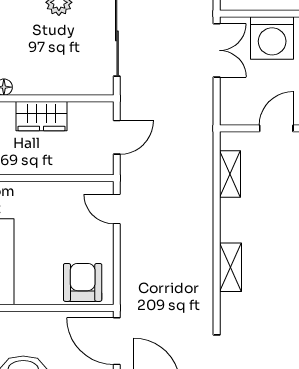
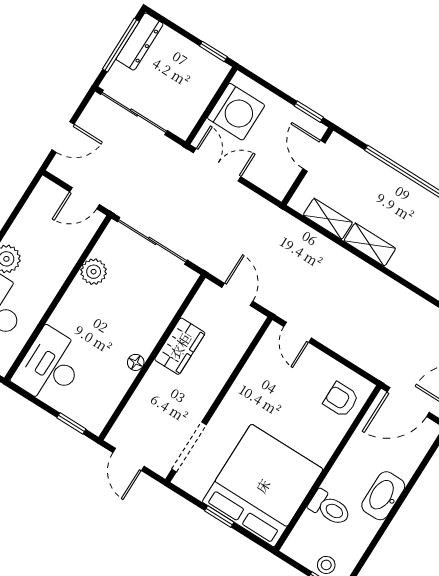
door: (117, 209) -> (298, 332), hinge flipped
shelving: (231, 267) -> (370, 245), moved
armchair: (83, 282) -> (341, 400), width x0.72, depth x0.72

